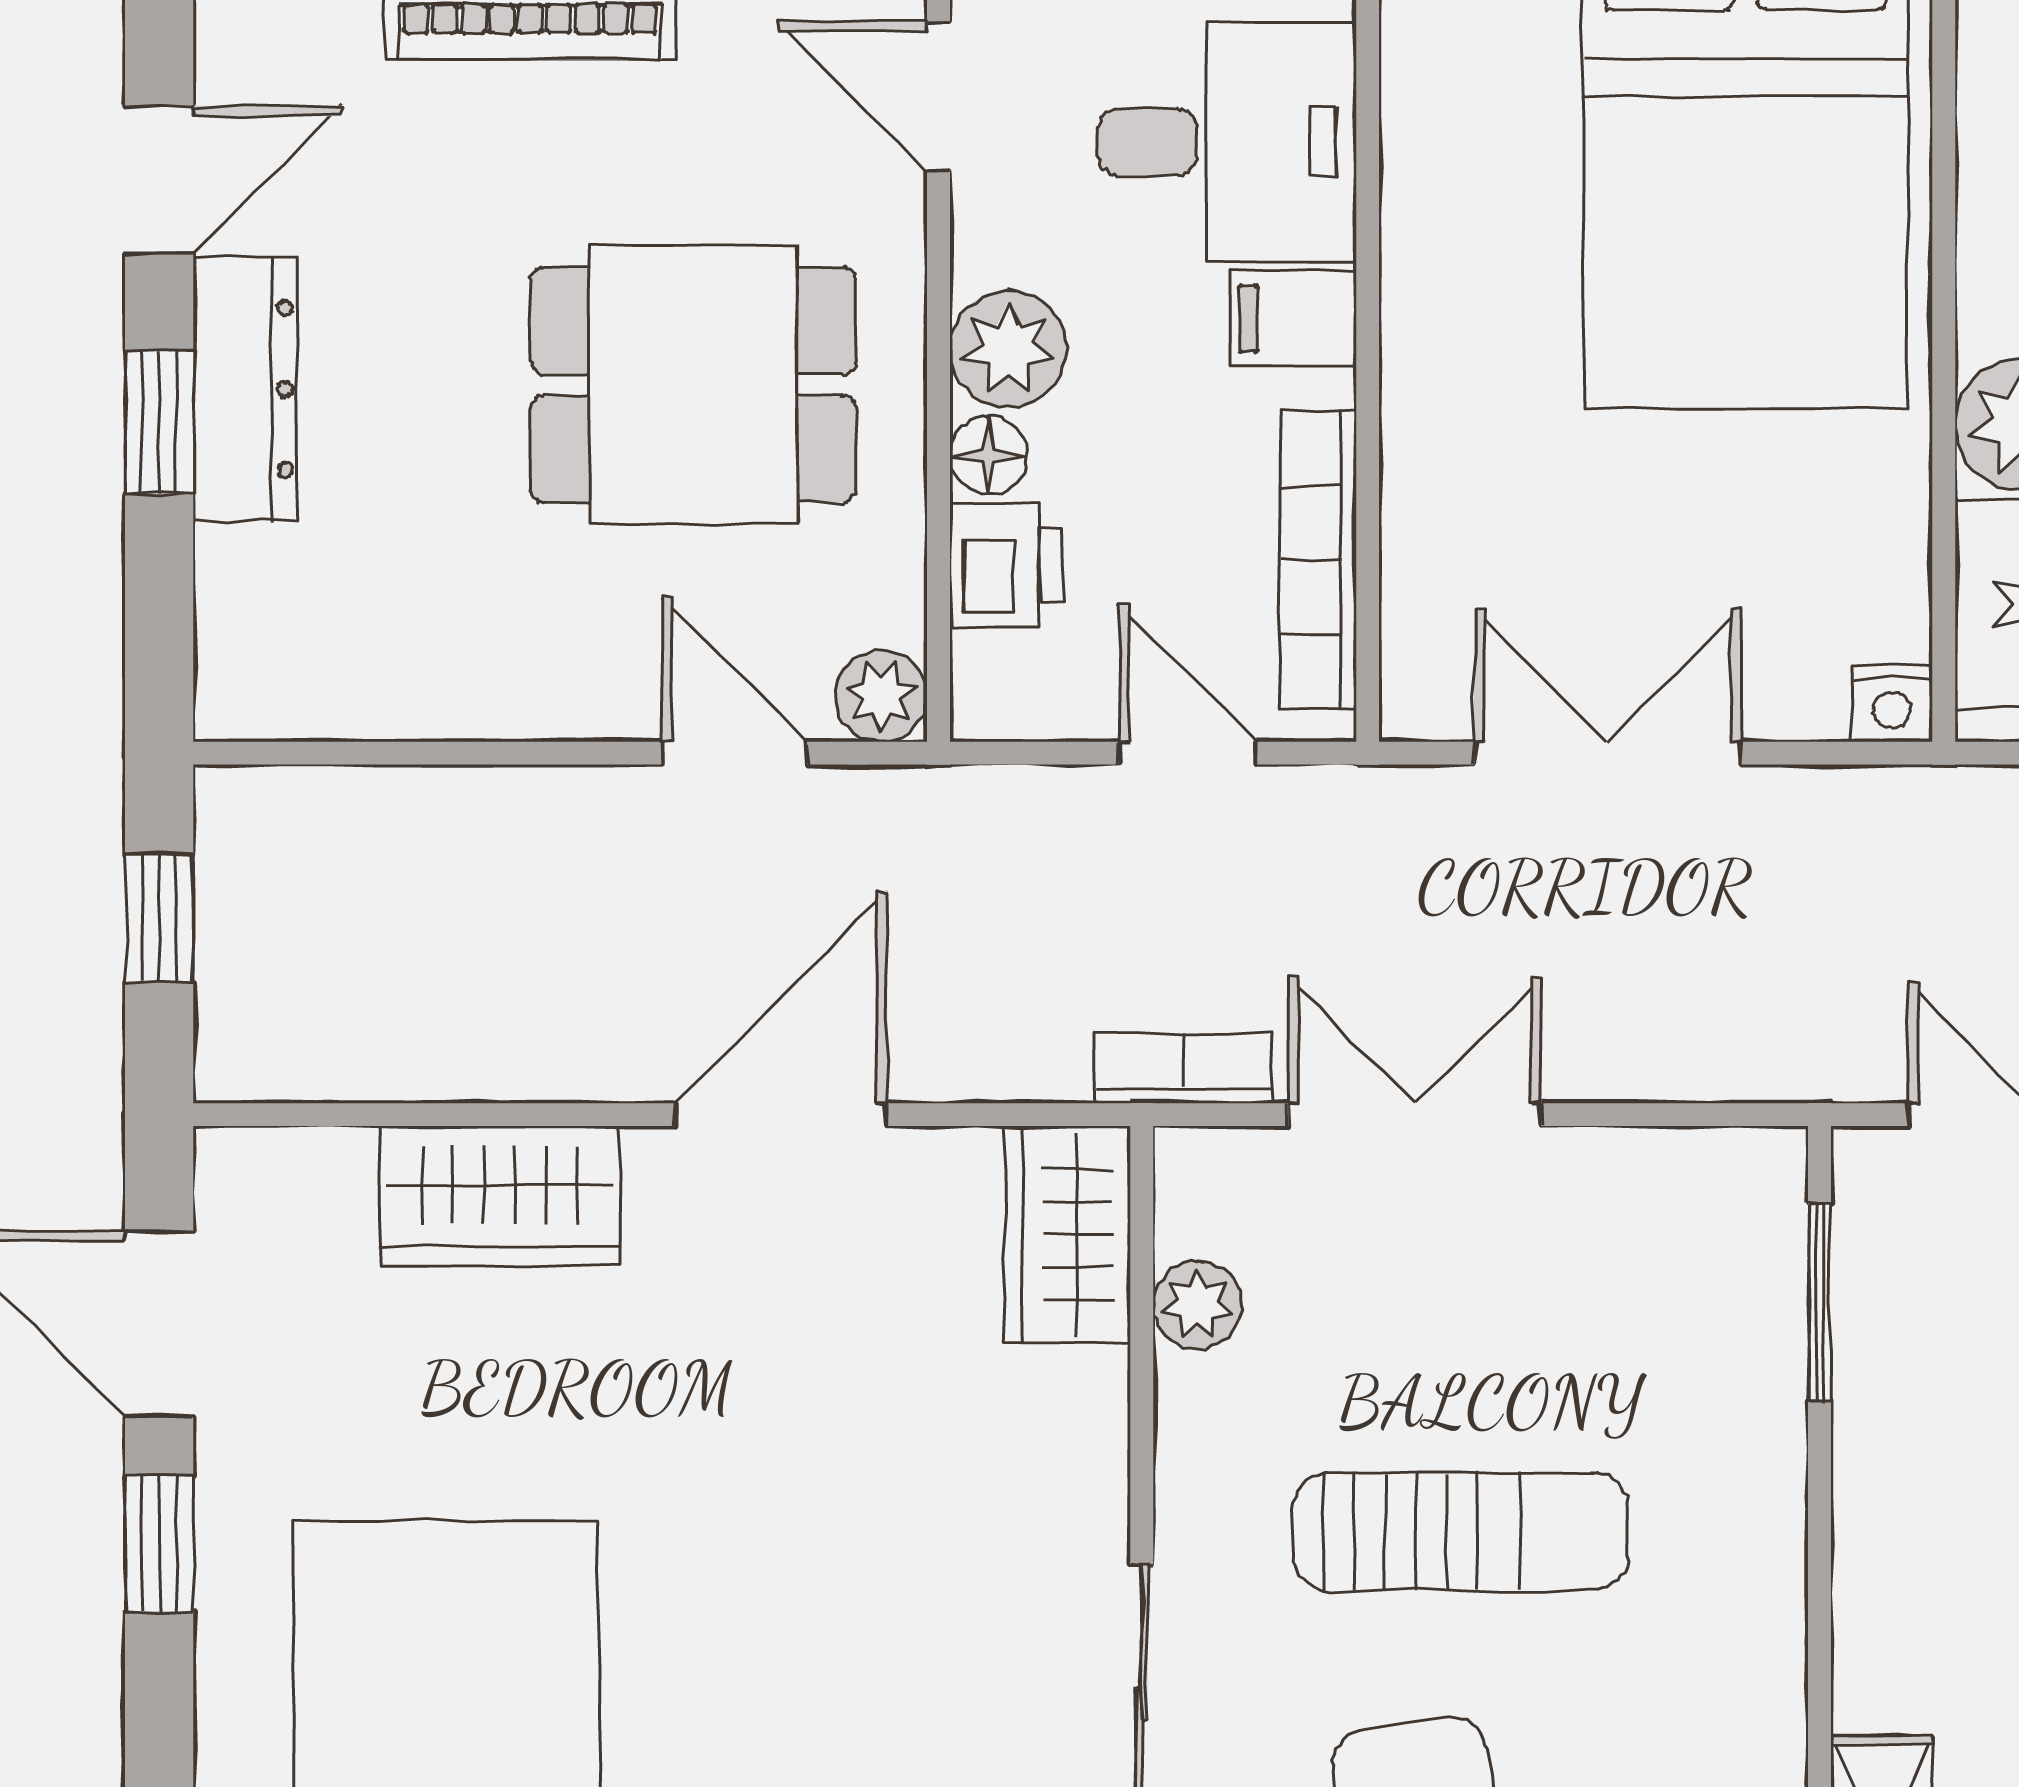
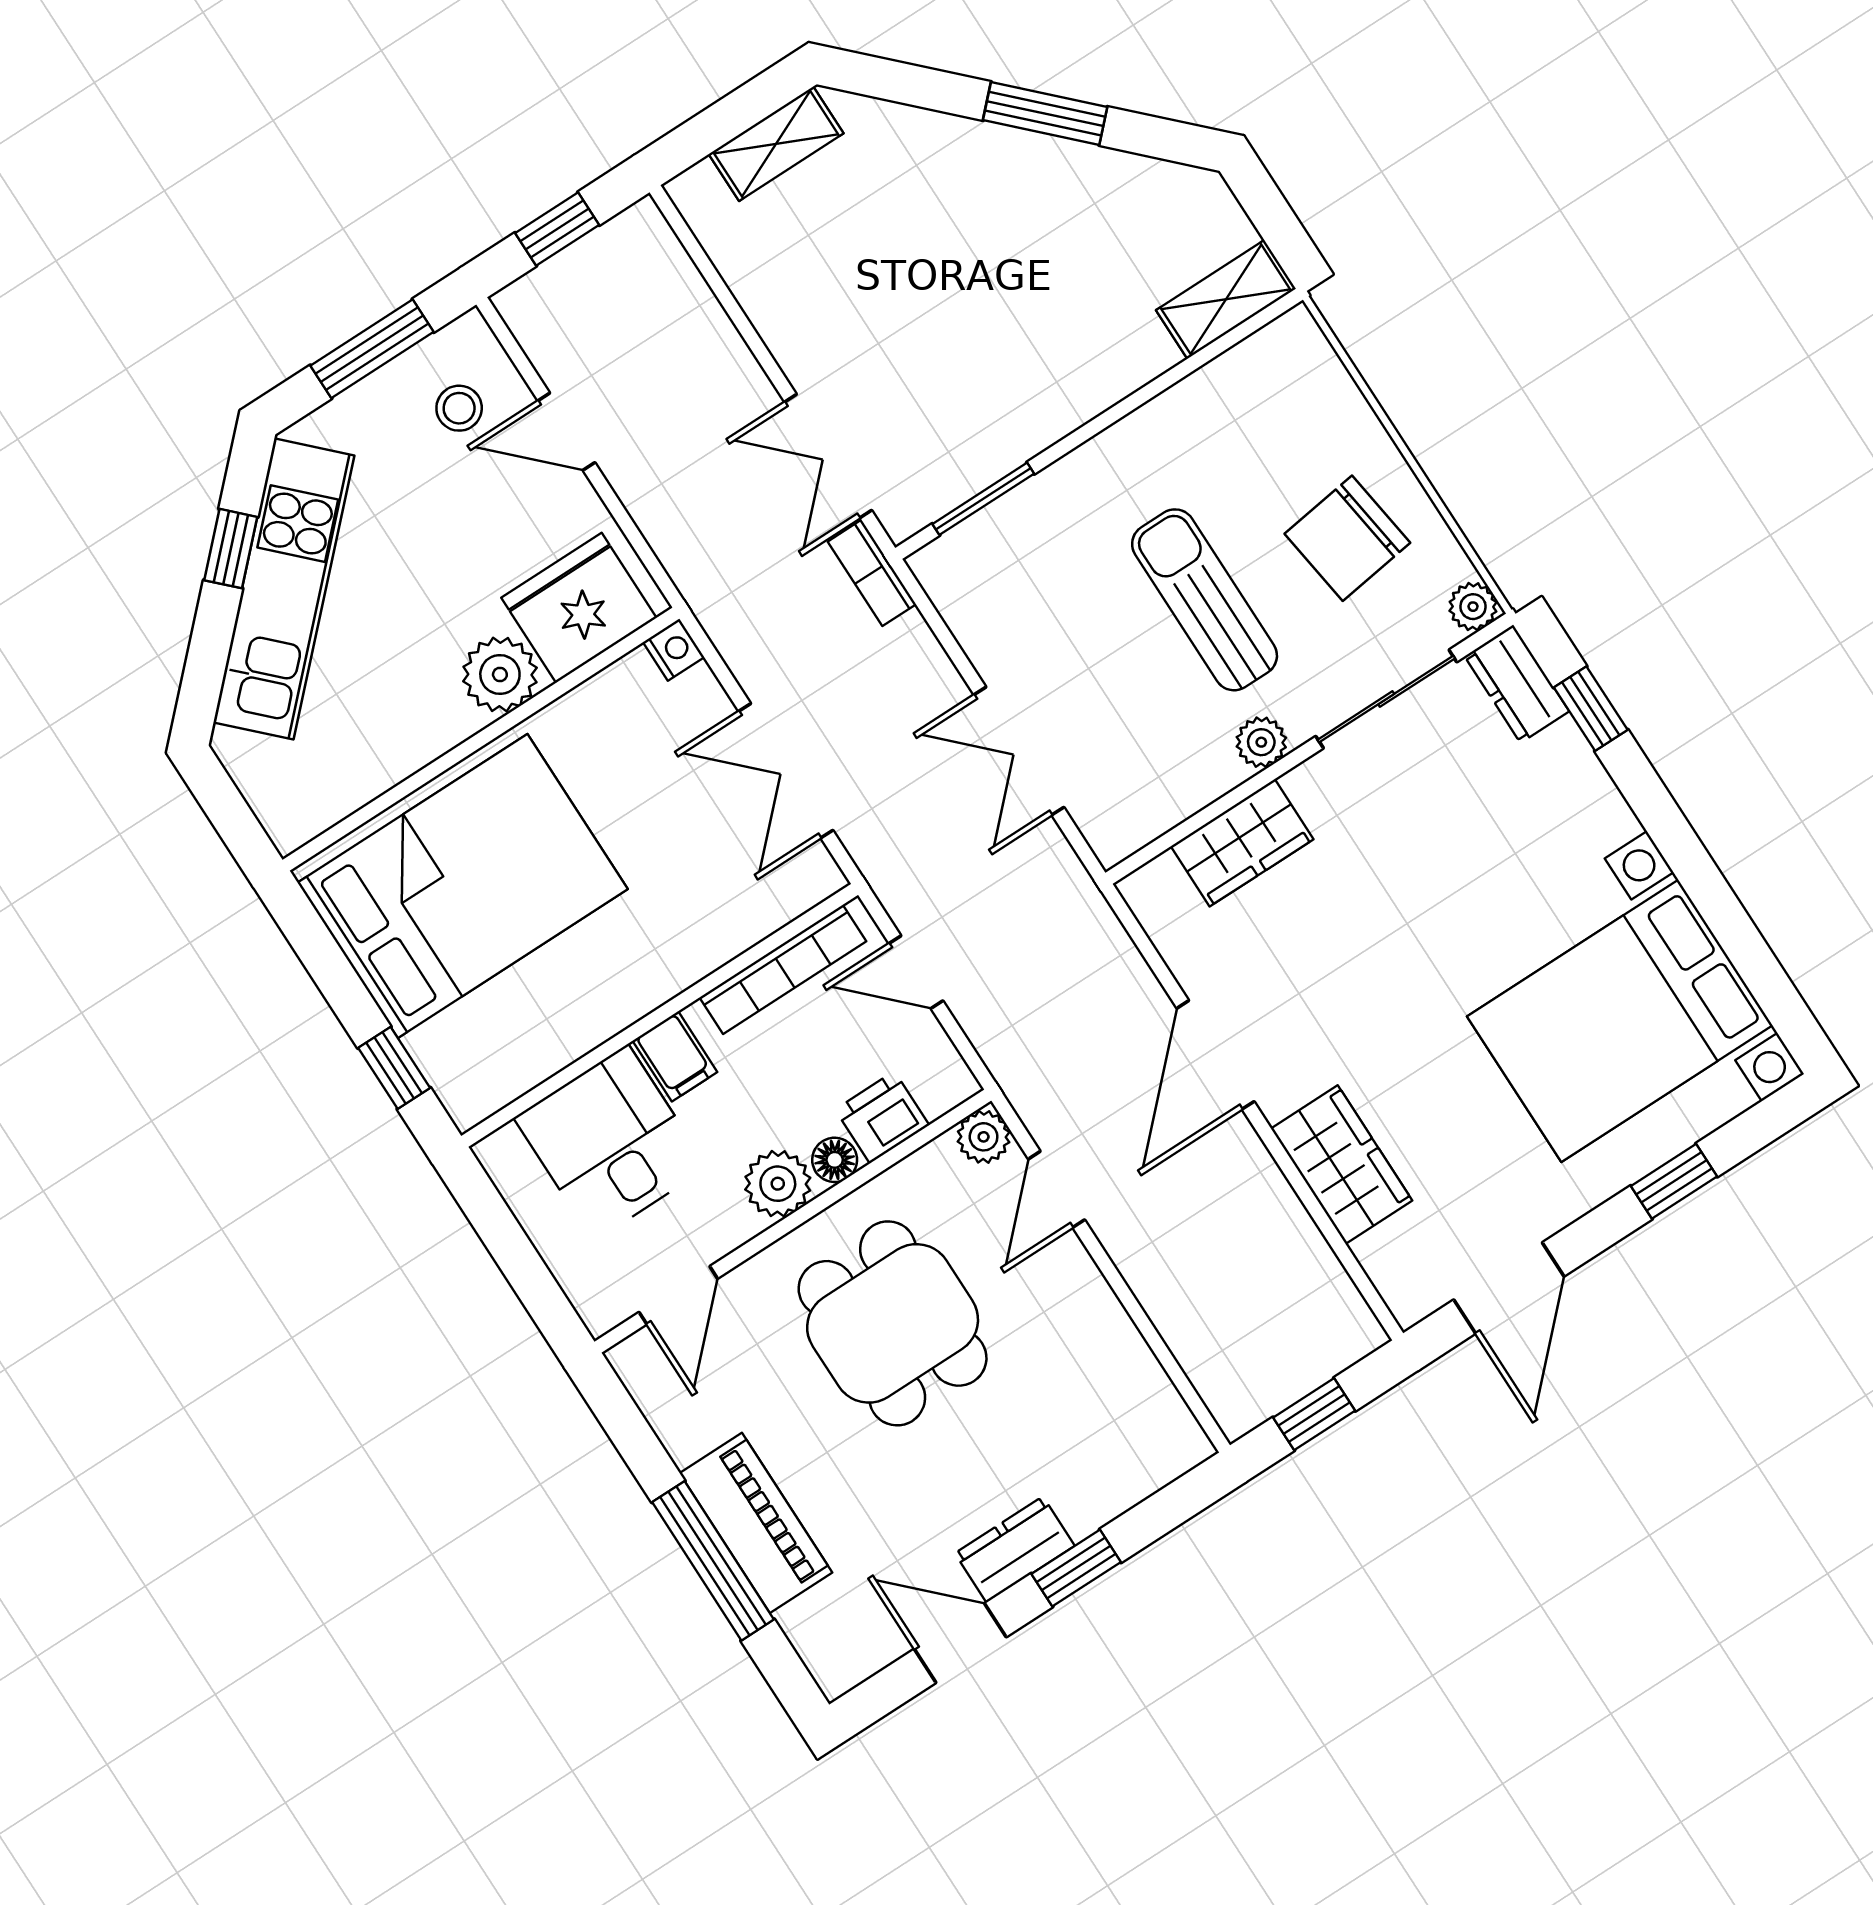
dresser: (245, 389) -> (1015, 1550), width x0.70
door: (1188, 753) -> (916, 972), hinge flipped
bookcase: (1184, 1068) -> (872, 573), moved
door: (781, 1115) -> (1215, 1055), hinge flipped
wardrobe: (1068, 1235) -> (1242, 843), moved
plant: (1197, 1305) -> (1261, 742), moved
window: (159, 1544) -> (1674, 1181), moved

